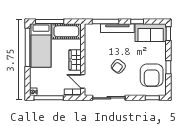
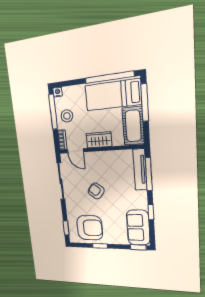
tv unit: (117, 28) -> (140, 169), moved
armchair: (152, 75) -> (90, 228), turned 180
door: (83, 81) -> (75, 151), swing flipped
stool: (53, 86) -> (67, 116), added

